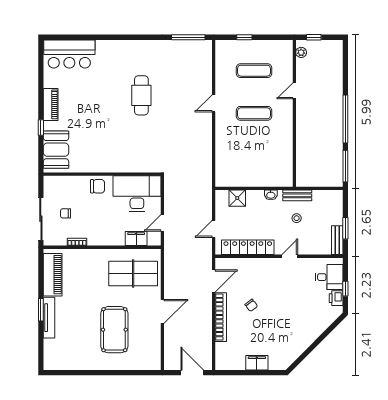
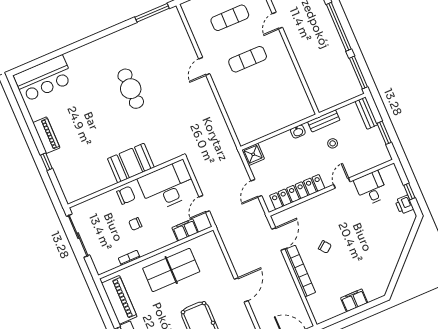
booth: (56, 150) -> (131, 163), moved, turned 90
shower: (237, 198) -> (253, 154), moved
chair: (66, 213) -> (135, 224), moved
sliding door: (41, 219) -> (78, 236), moved
bench: (337, 240) -> (366, 113), moved
table tennis table: (133, 273) -> (171, 270), moved
desk: (329, 277) -> (371, 188), moved, turned -90

